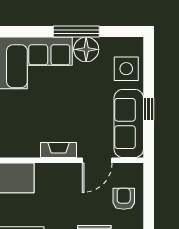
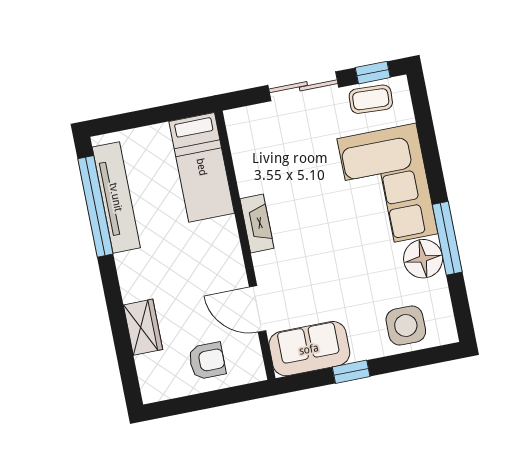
sofa: (129, 123) -> (309, 349), width x0.73
fireplace: (59, 150) -> (257, 224), moved

